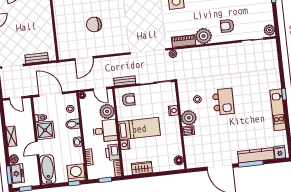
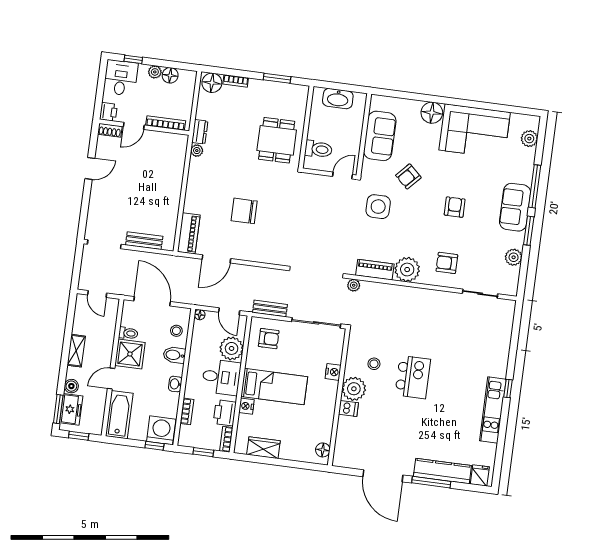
plant: (269, 30) -> (514, 257), moved
piano: (63, 47) -> (189, 233), added

